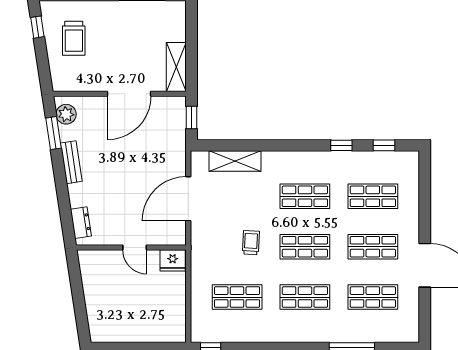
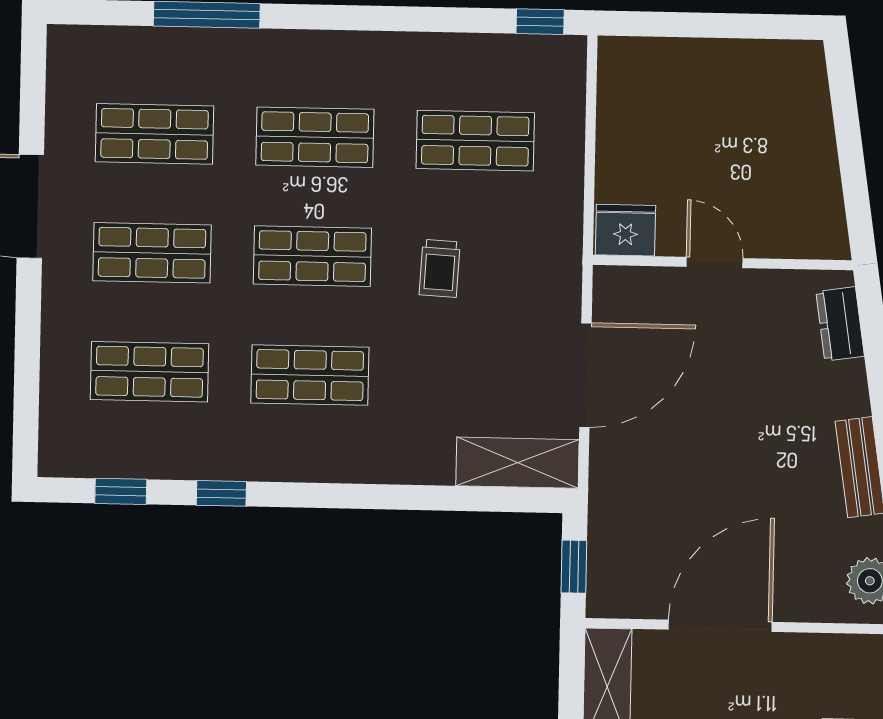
shelving: (235, 161) -> (517, 463), moved

